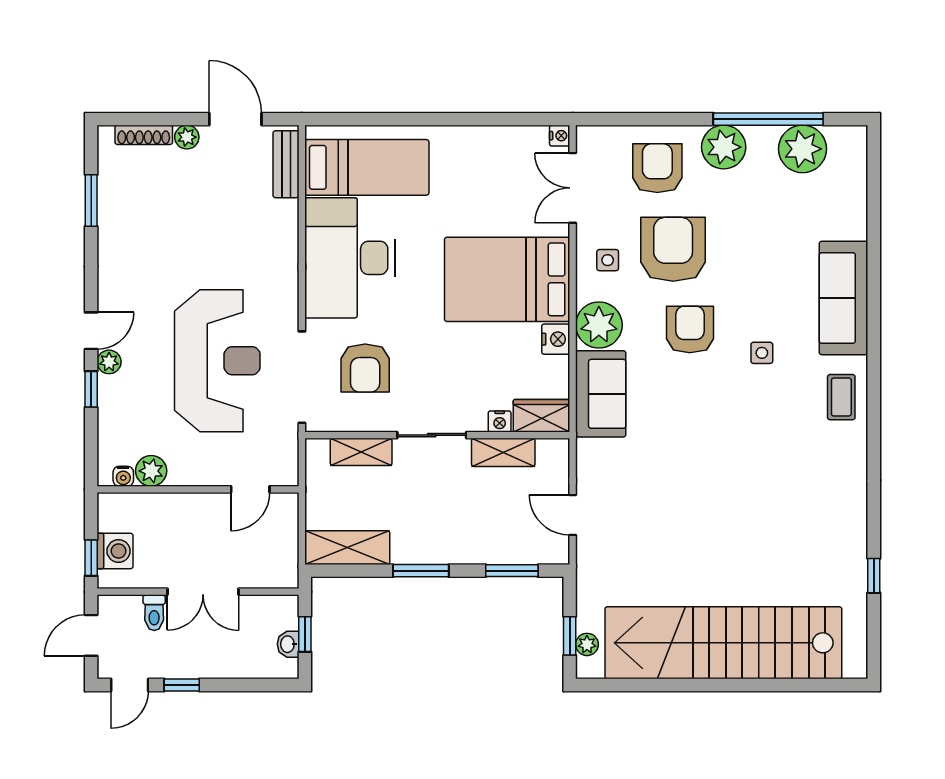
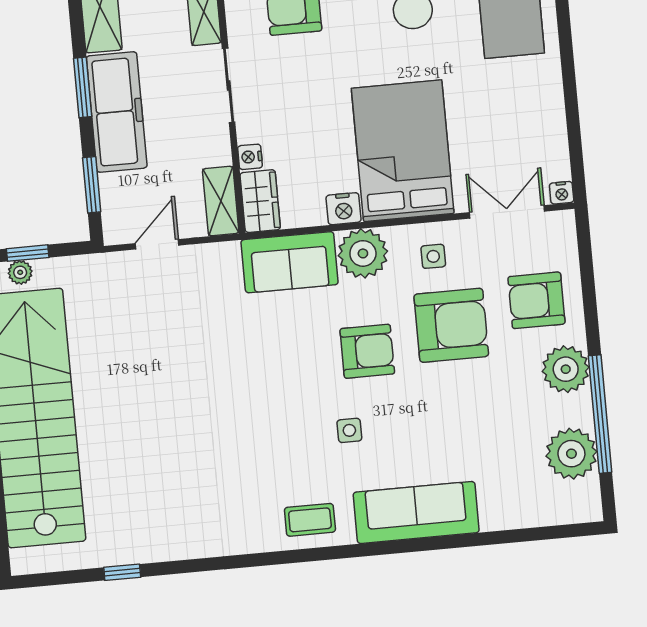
armchair: (657, 168) -> (536, 300), turned 180
shelving: (503, 452) -> (221, 201), moved
freezer: (447, 541) -> (117, 112), added

